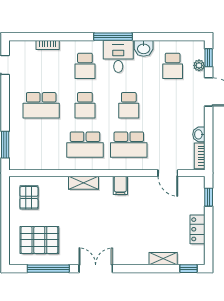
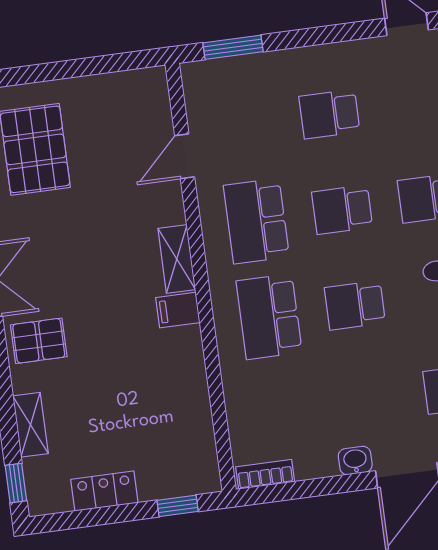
school desk: (41, 105) -> (329, 114), width x0.54
washbasin: (199, 134) -> (355, 461), moved
door: (168, 173) -> (185, 156), moved
shelving: (84, 183) -> (177, 259), moved
pallet: (29, 197) -> (39, 341), moved

